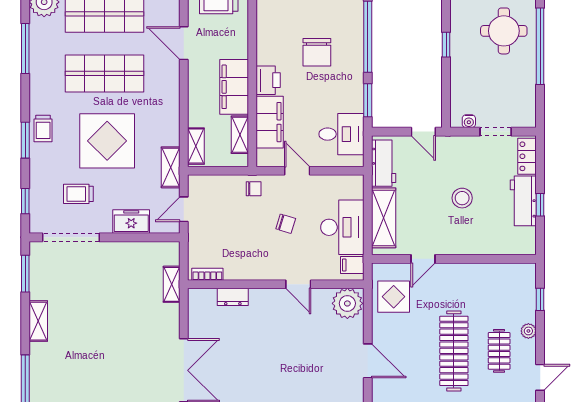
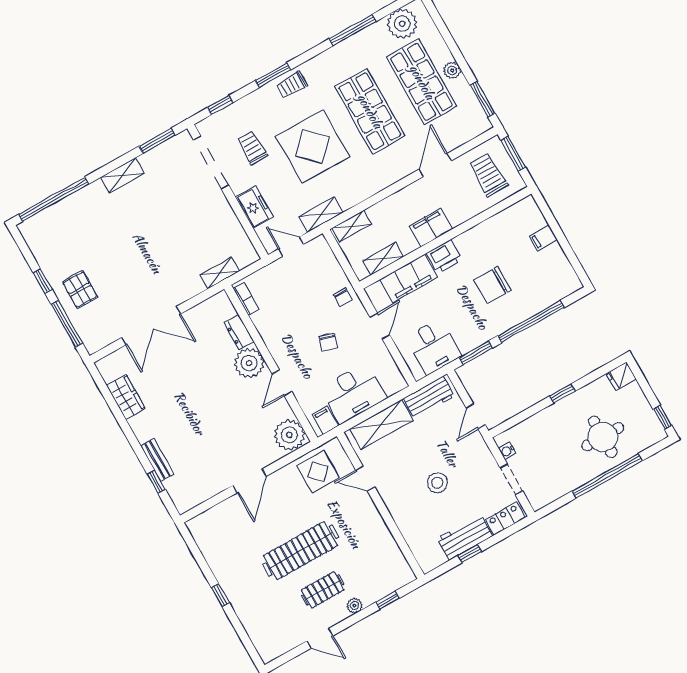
filing cabinet: (234, 87) -> (431, 227), width x0.67, depth x0.86
plant: (265, 303) -> (249, 363), added

